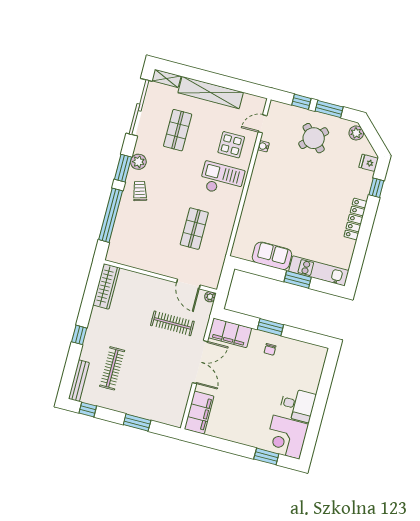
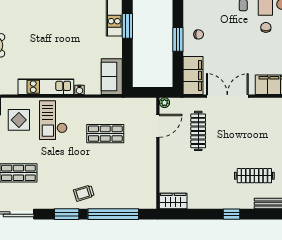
water cooler: (263, 146) -> (79, 90), moved
plant: (138, 162) -> (57, 202), removed
kitchen unit: (258, 181) -> (46, 87), added
sofa: (272, 256) -> (112, 77), moved
wardrobe: (106, 286) -> (173, 201), width x0.67
chair: (259, 419) -> (266, 27), added

